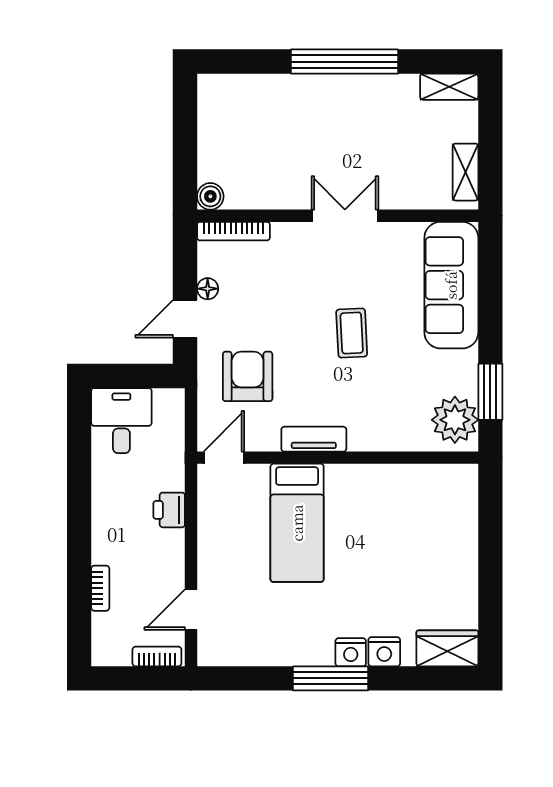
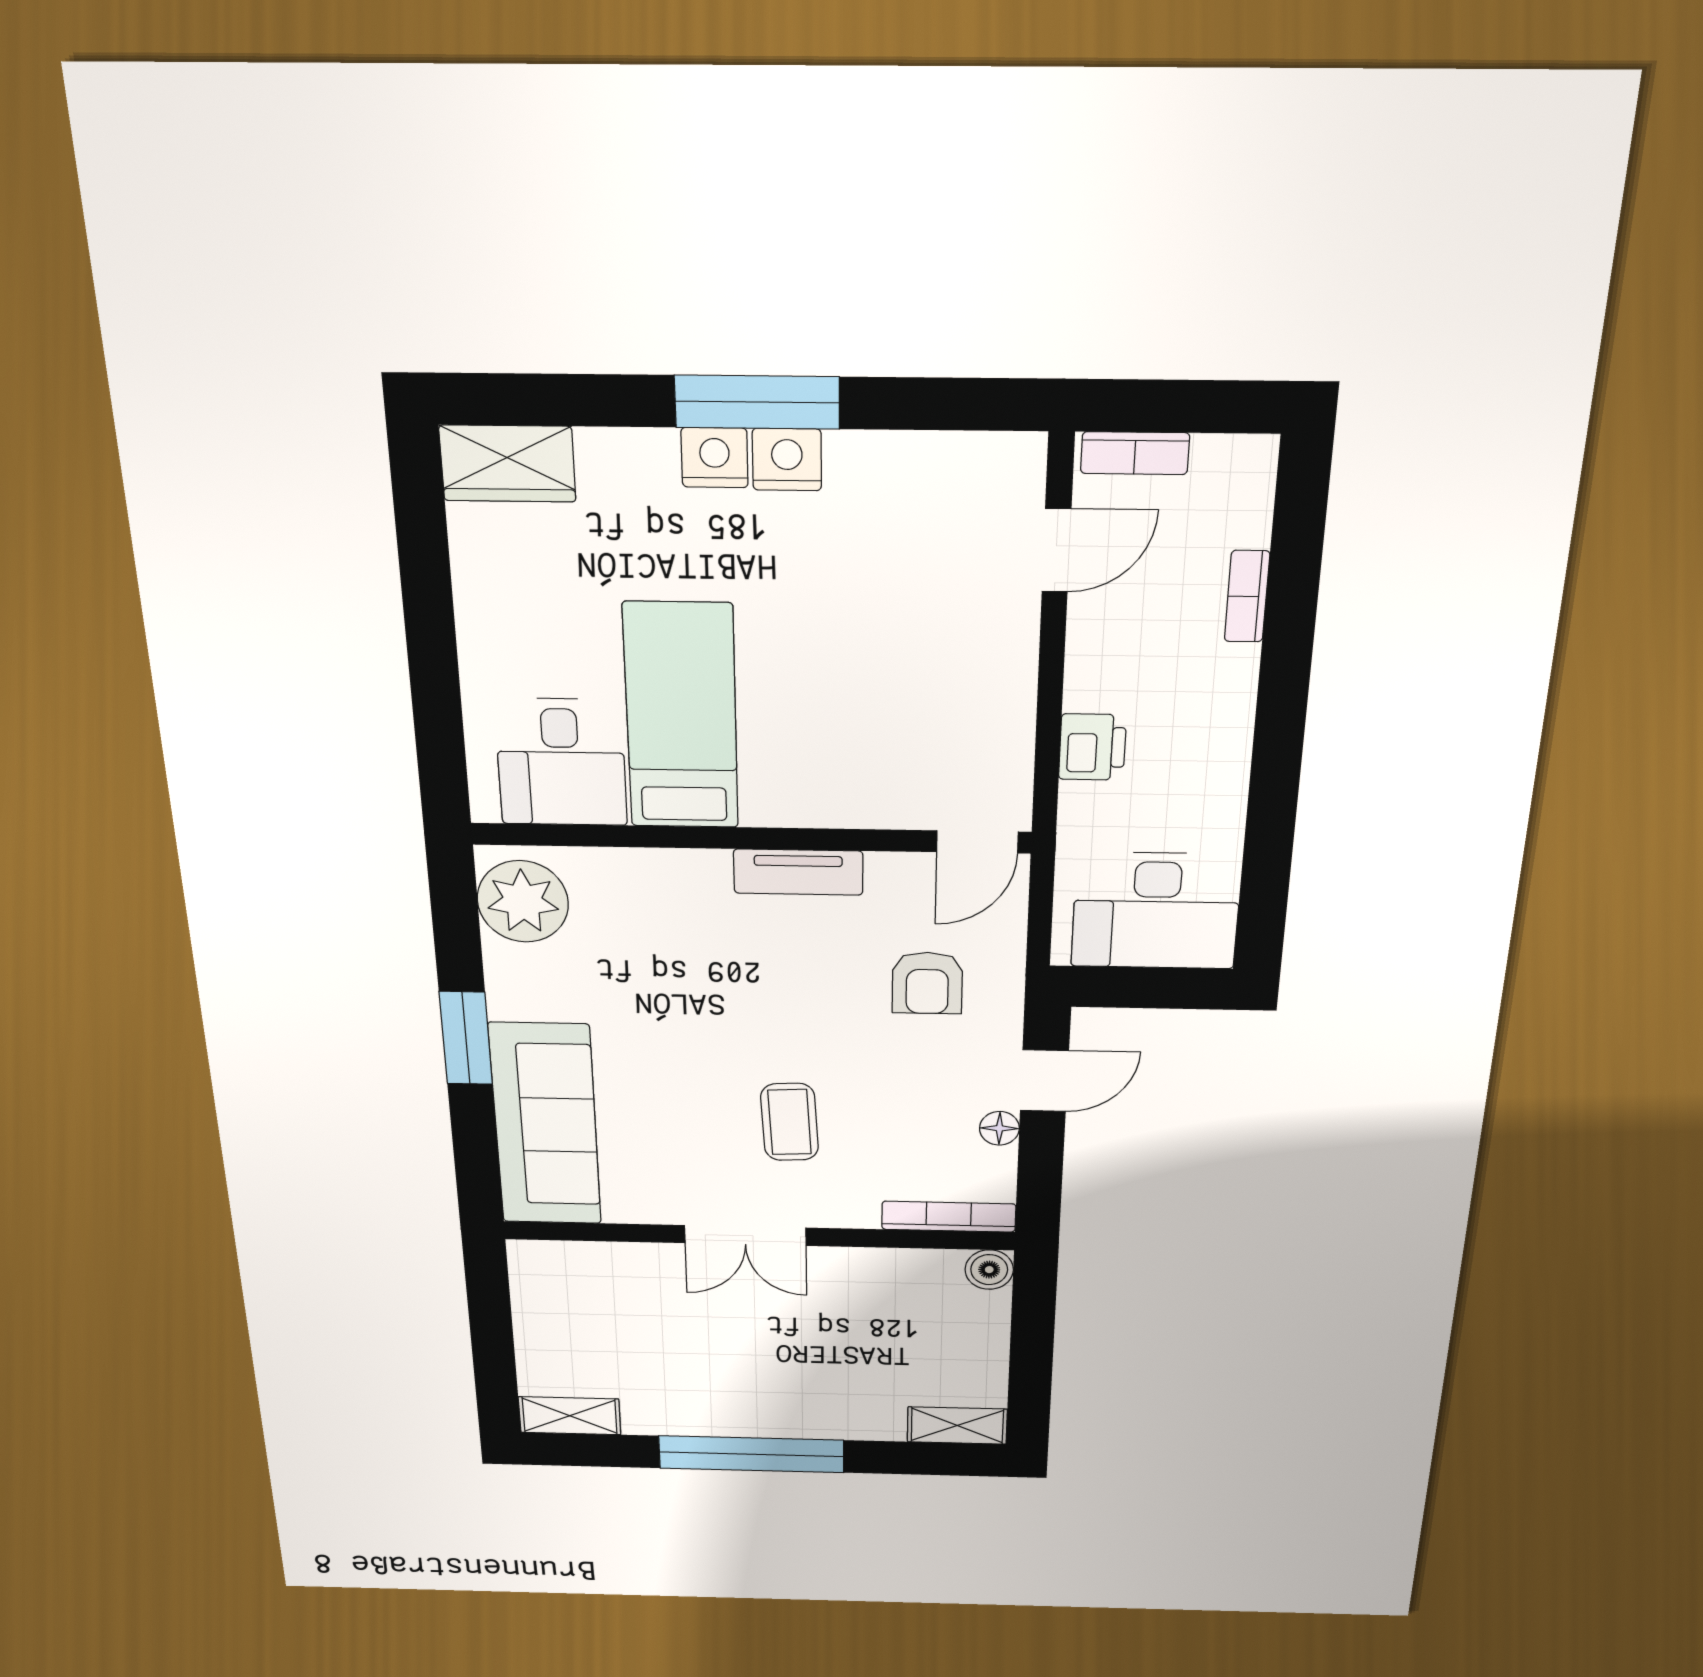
shelving: (465, 172) -> (957, 1426), moved, turned 90
coffee table: (352, 333) -> (789, 1122), moved
armchair: (248, 376) -> (927, 983), width x0.72, depth x0.72
window: (490, 392) -> (466, 1038), moved
desk: (121, 421) -> (1156, 911), width x1.37
desk: (431, 498) -> (561, 762), added
bed: (297, 523) -> (681, 717), moved
nightstand: (384, 652) -> (787, 460), moved

